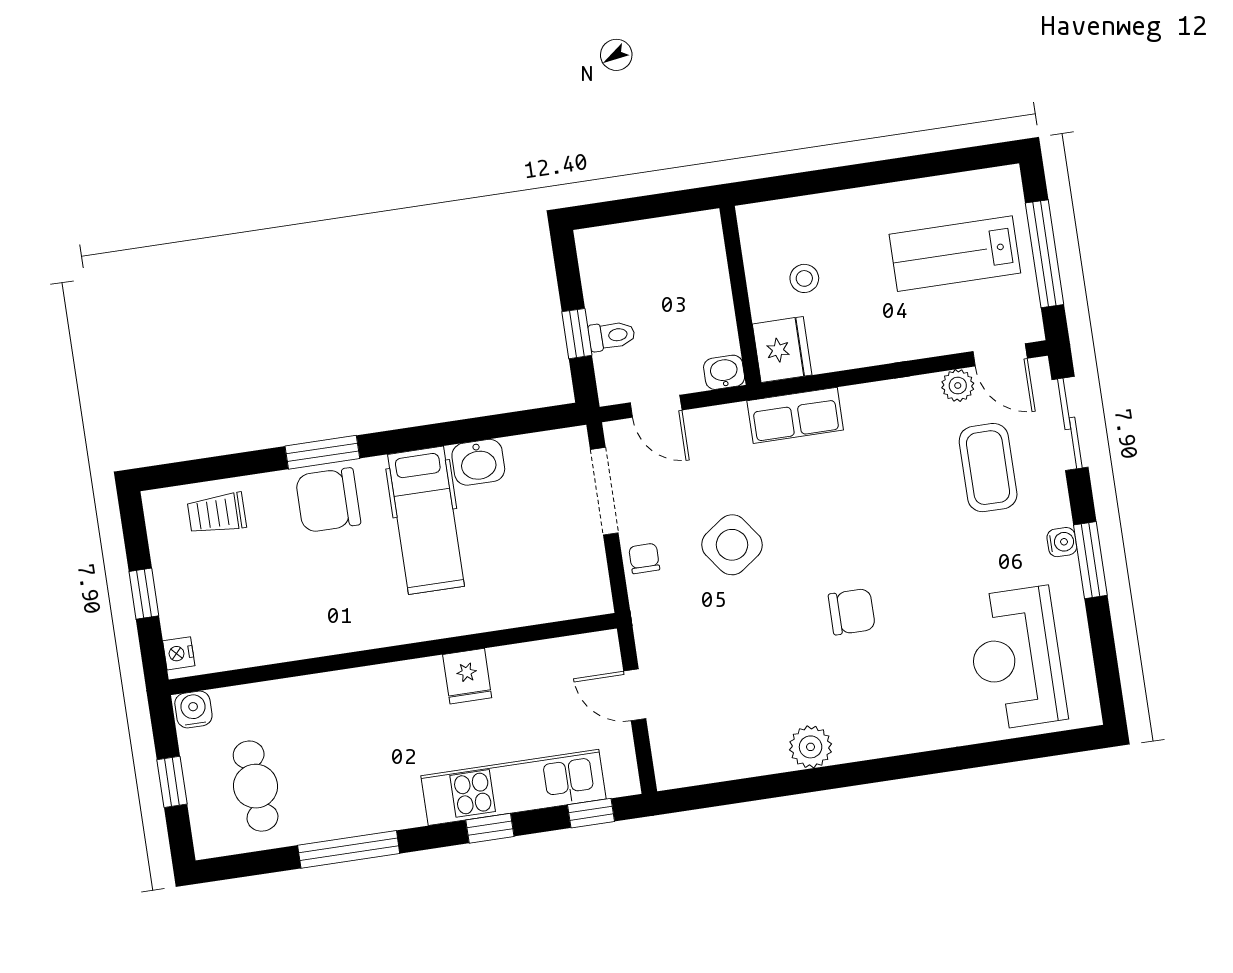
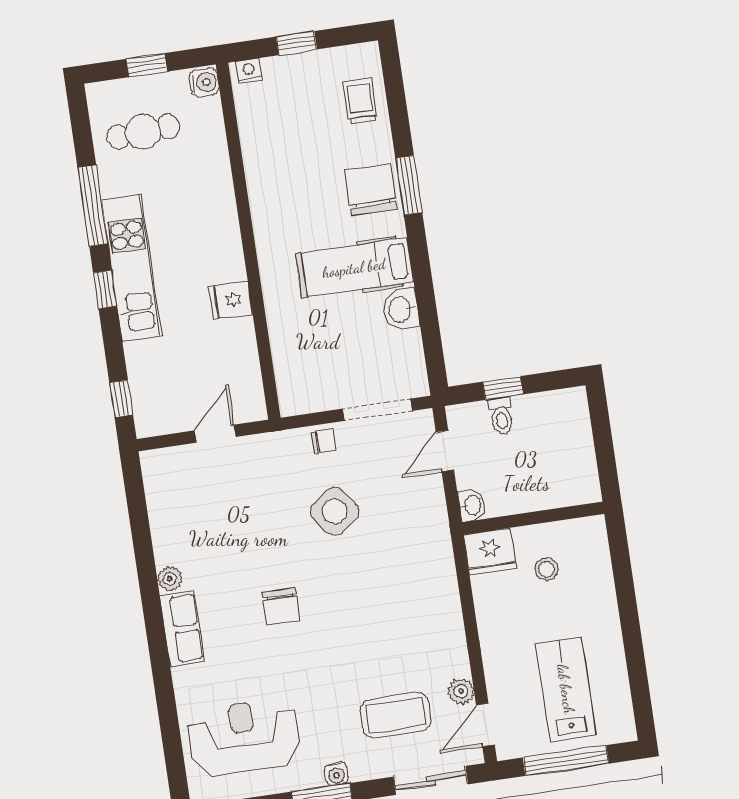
row of seats: (795, 415) -> (182, 629), moved, turned 180
plant: (811, 747) -> (170, 579), width x0.73, depth x0.73
kitchen unit: (514, 787) -> (132, 268), moved
window: (490, 828) -> (105, 289), moved

